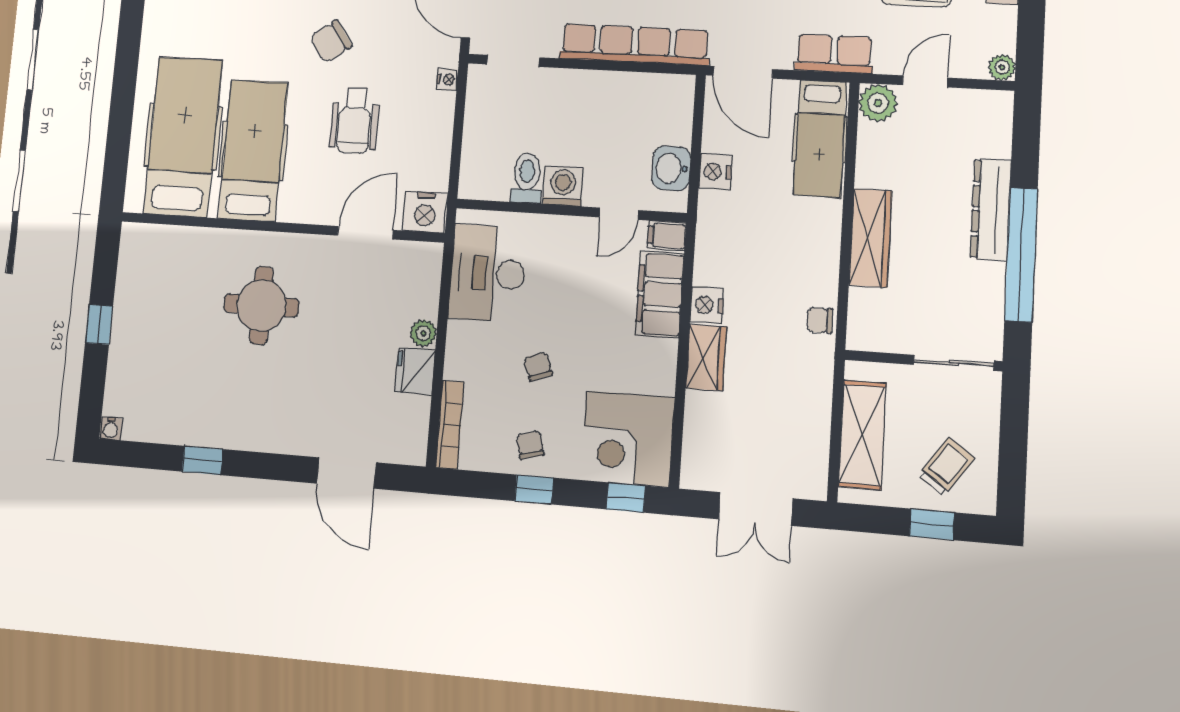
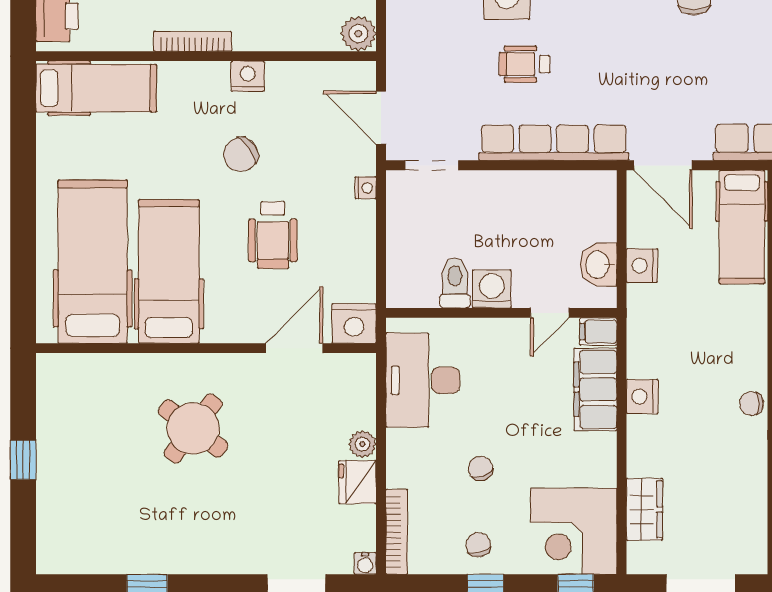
round table: (261, 305) -> (193, 428), turned 37
wardrobe: (706, 357) -> (644, 509), moved
water cooler: (111, 429) -> (365, 563), moved

